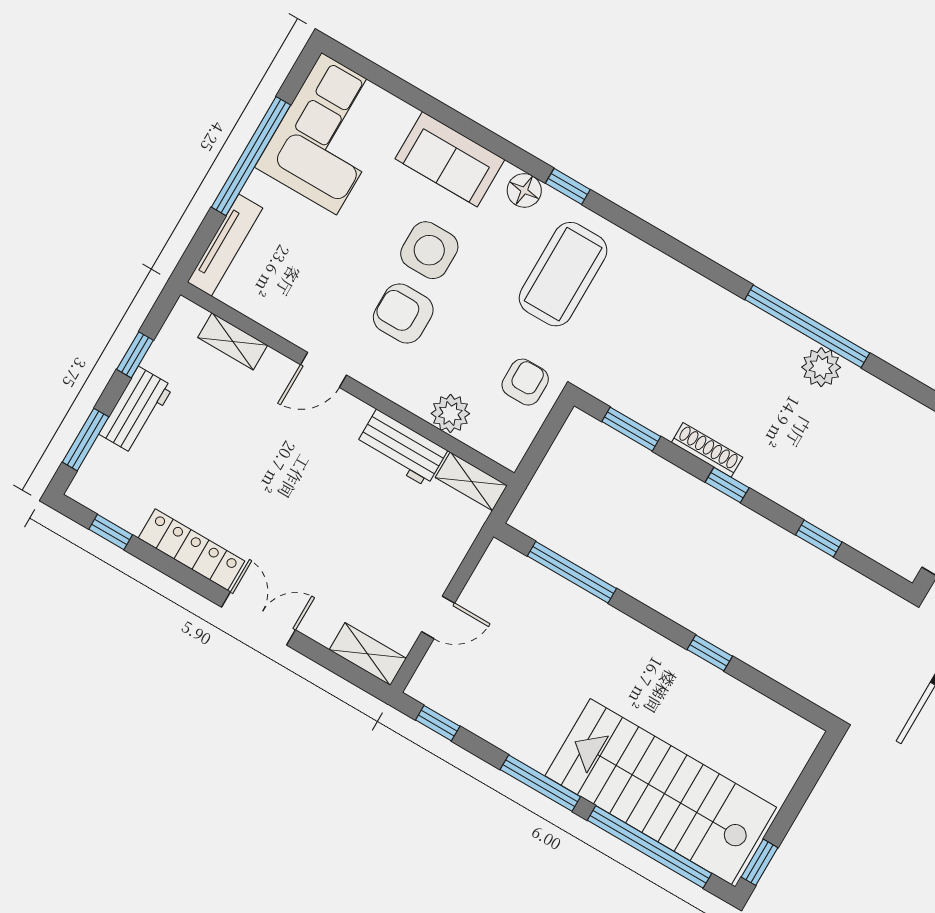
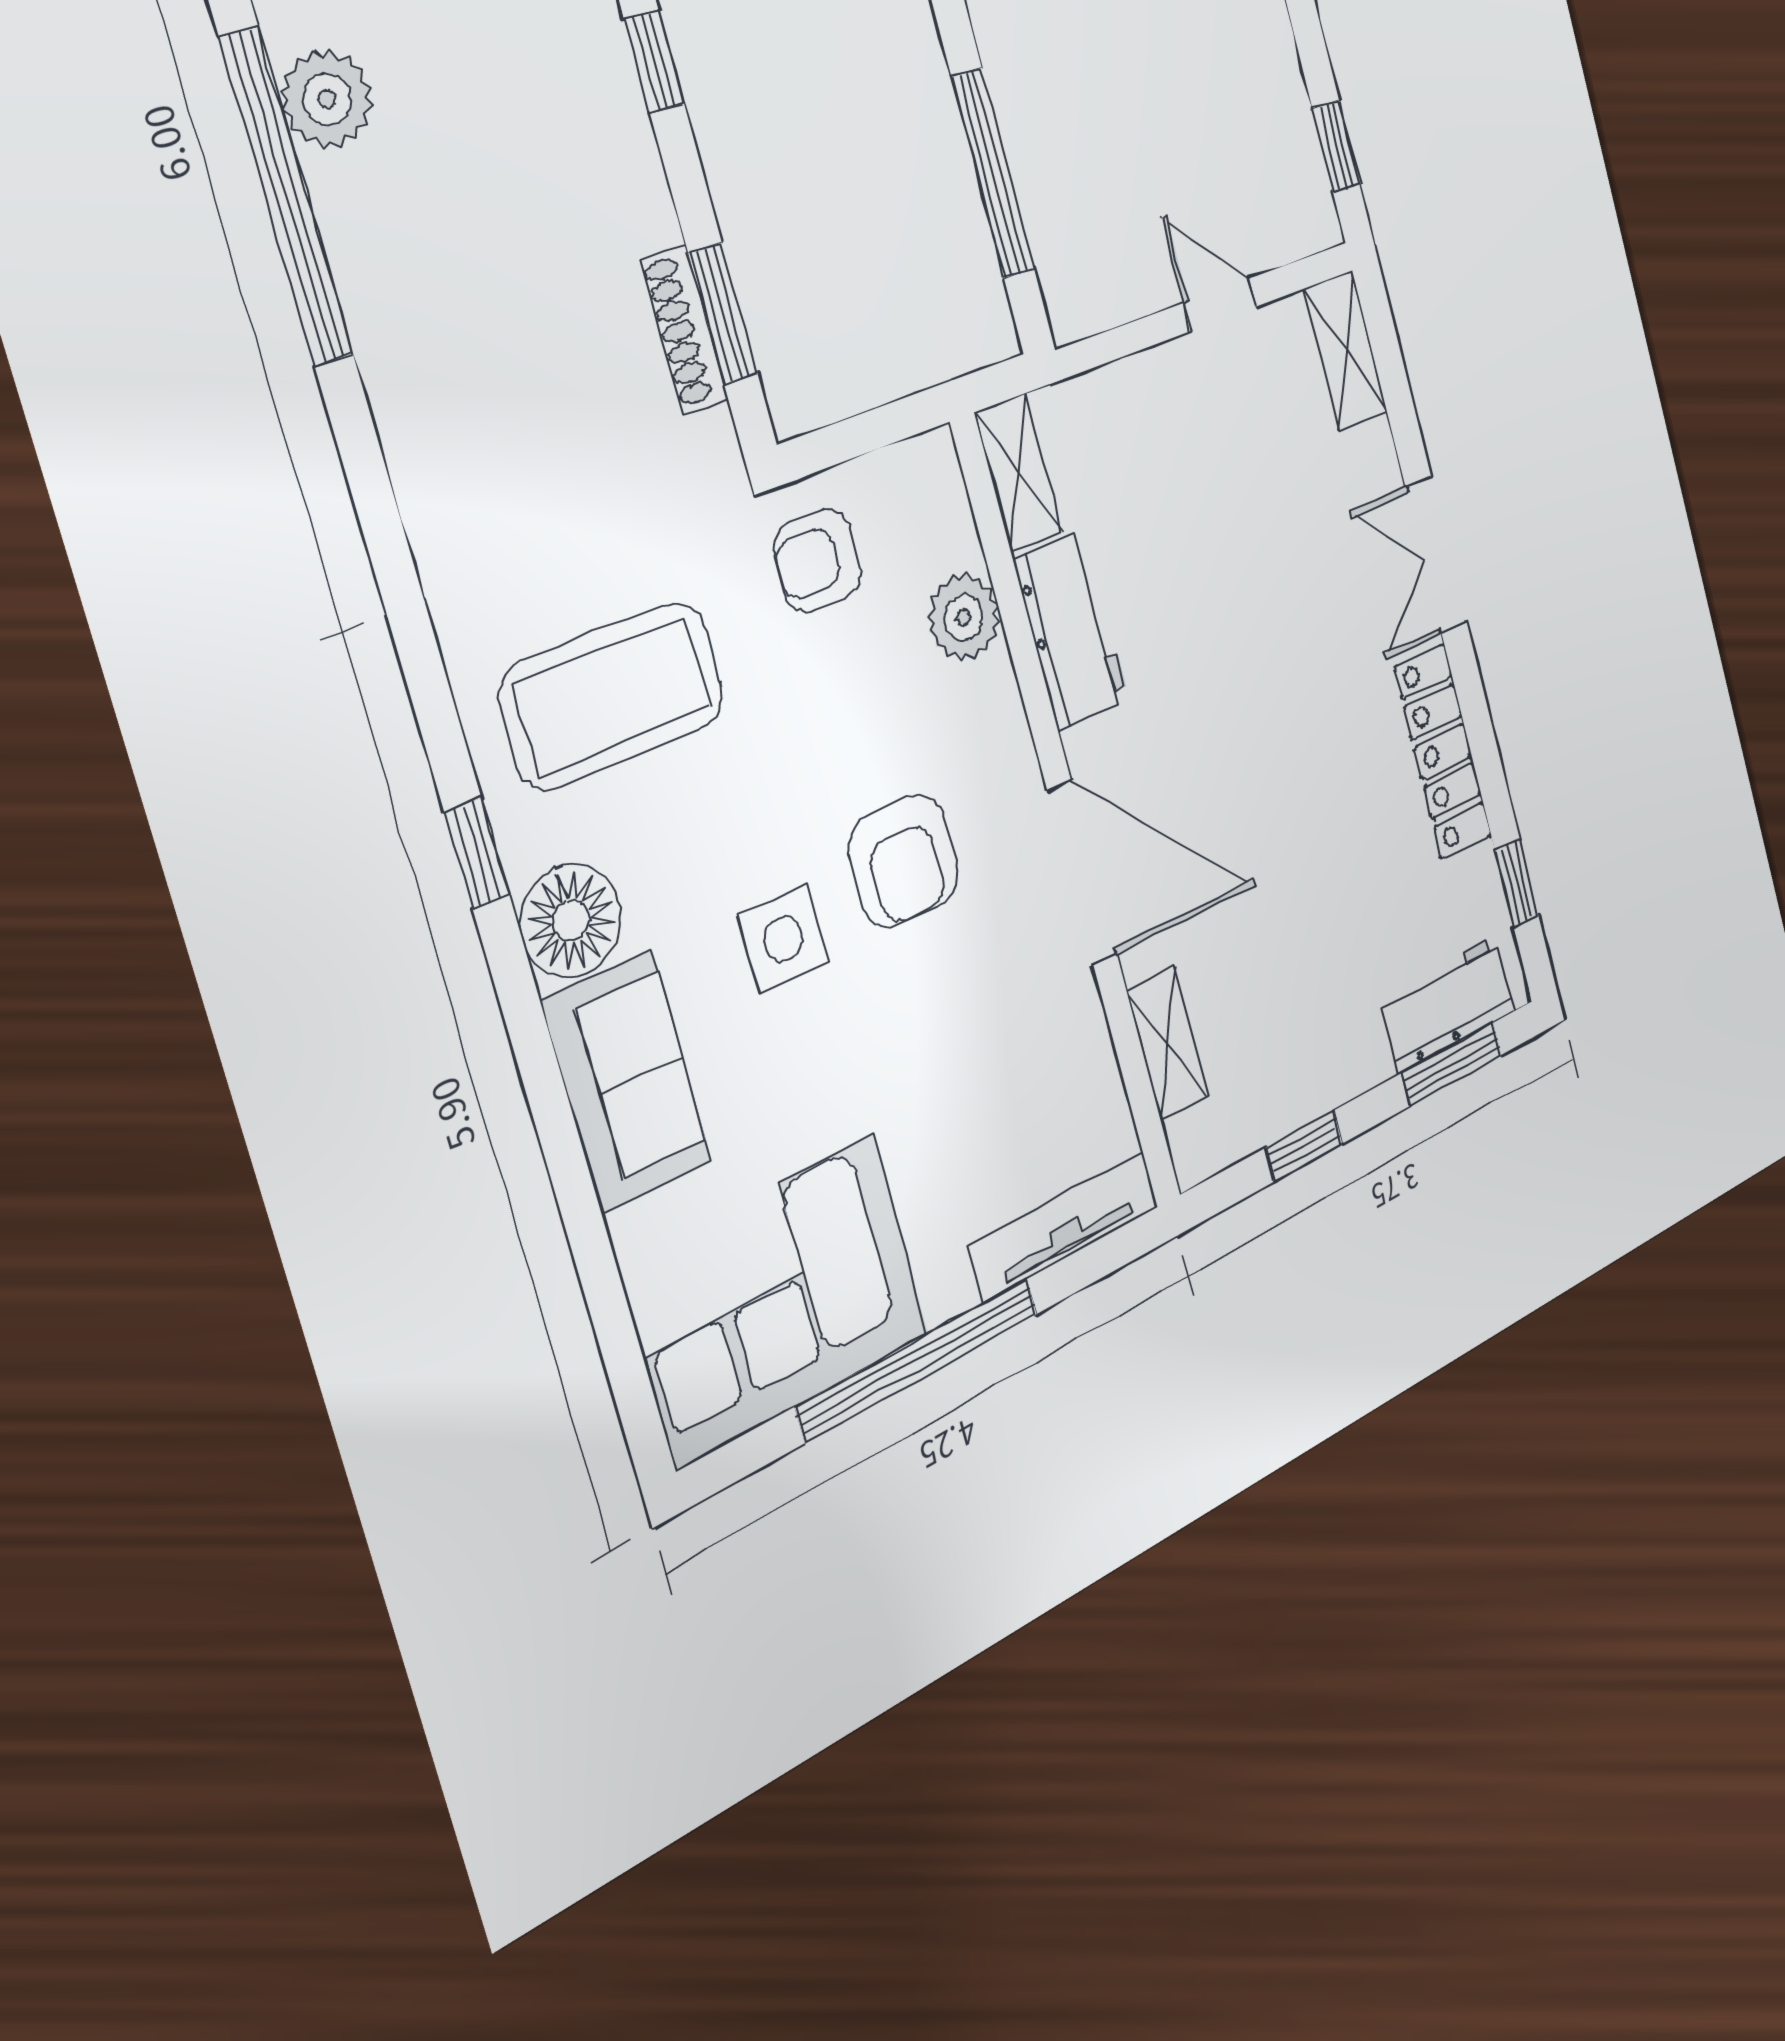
floor lamp: (524, 190) -> (571, 921), width x1.38, depth x1.38
side table: (429, 250) -> (783, 939), width x0.73, depth x0.73
door: (324, 370) -> (1082, 873), width x1.88
workbench: (136, 410) -> (1447, 1004), moved
shoe rack: (707, 450) -> (684, 330), moved

